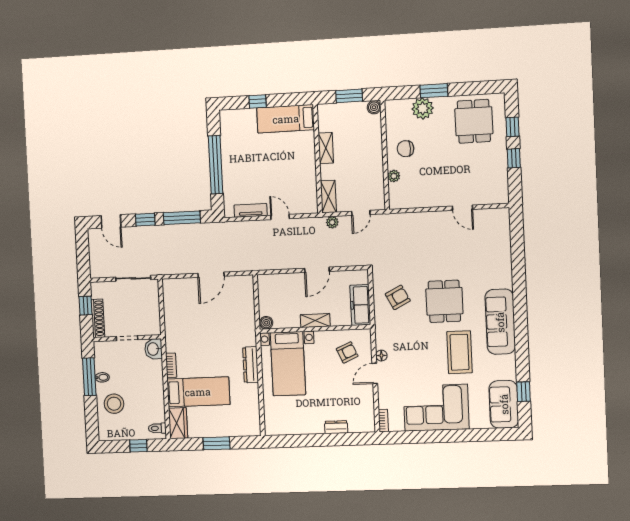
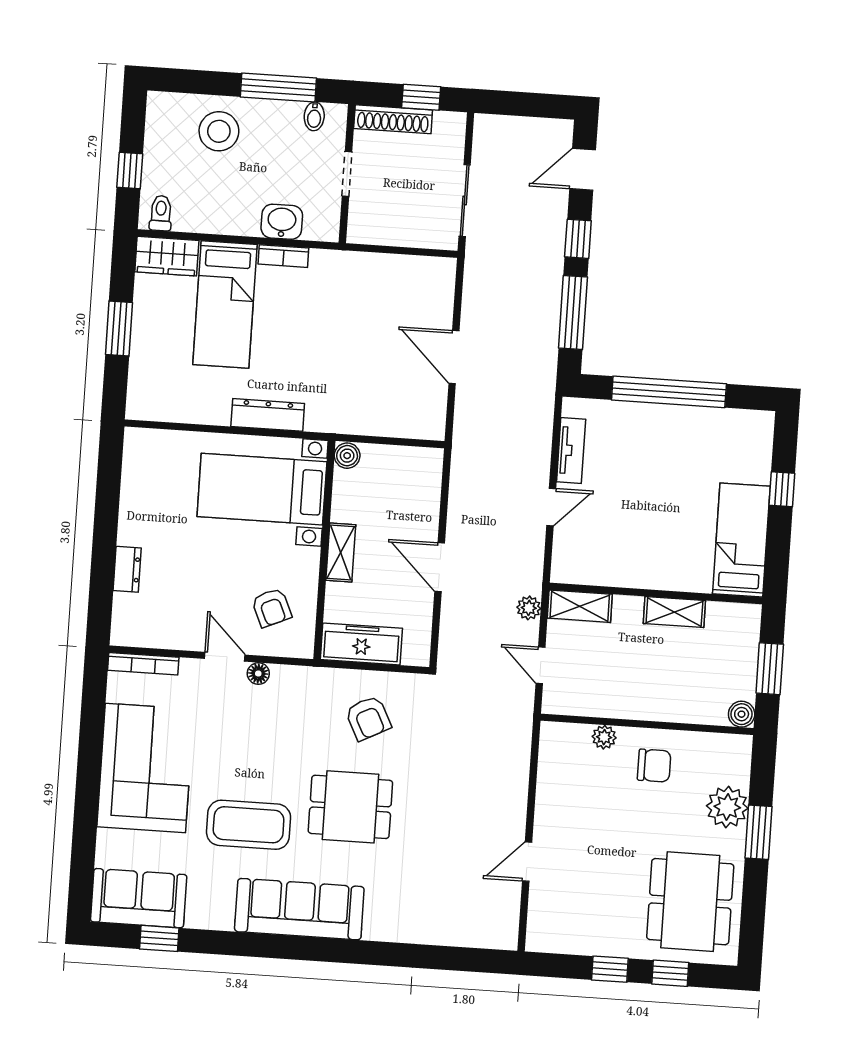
dining table: (474, 121) -> (690, 902), width x1.38
chair: (406, 149) -> (654, 766), turned 90
washbasin: (153, 349) -> (282, 222), moved
bidet: (102, 377) -> (314, 116), moved
bookcase: (383, 421) -> (143, 664), width x1.56

